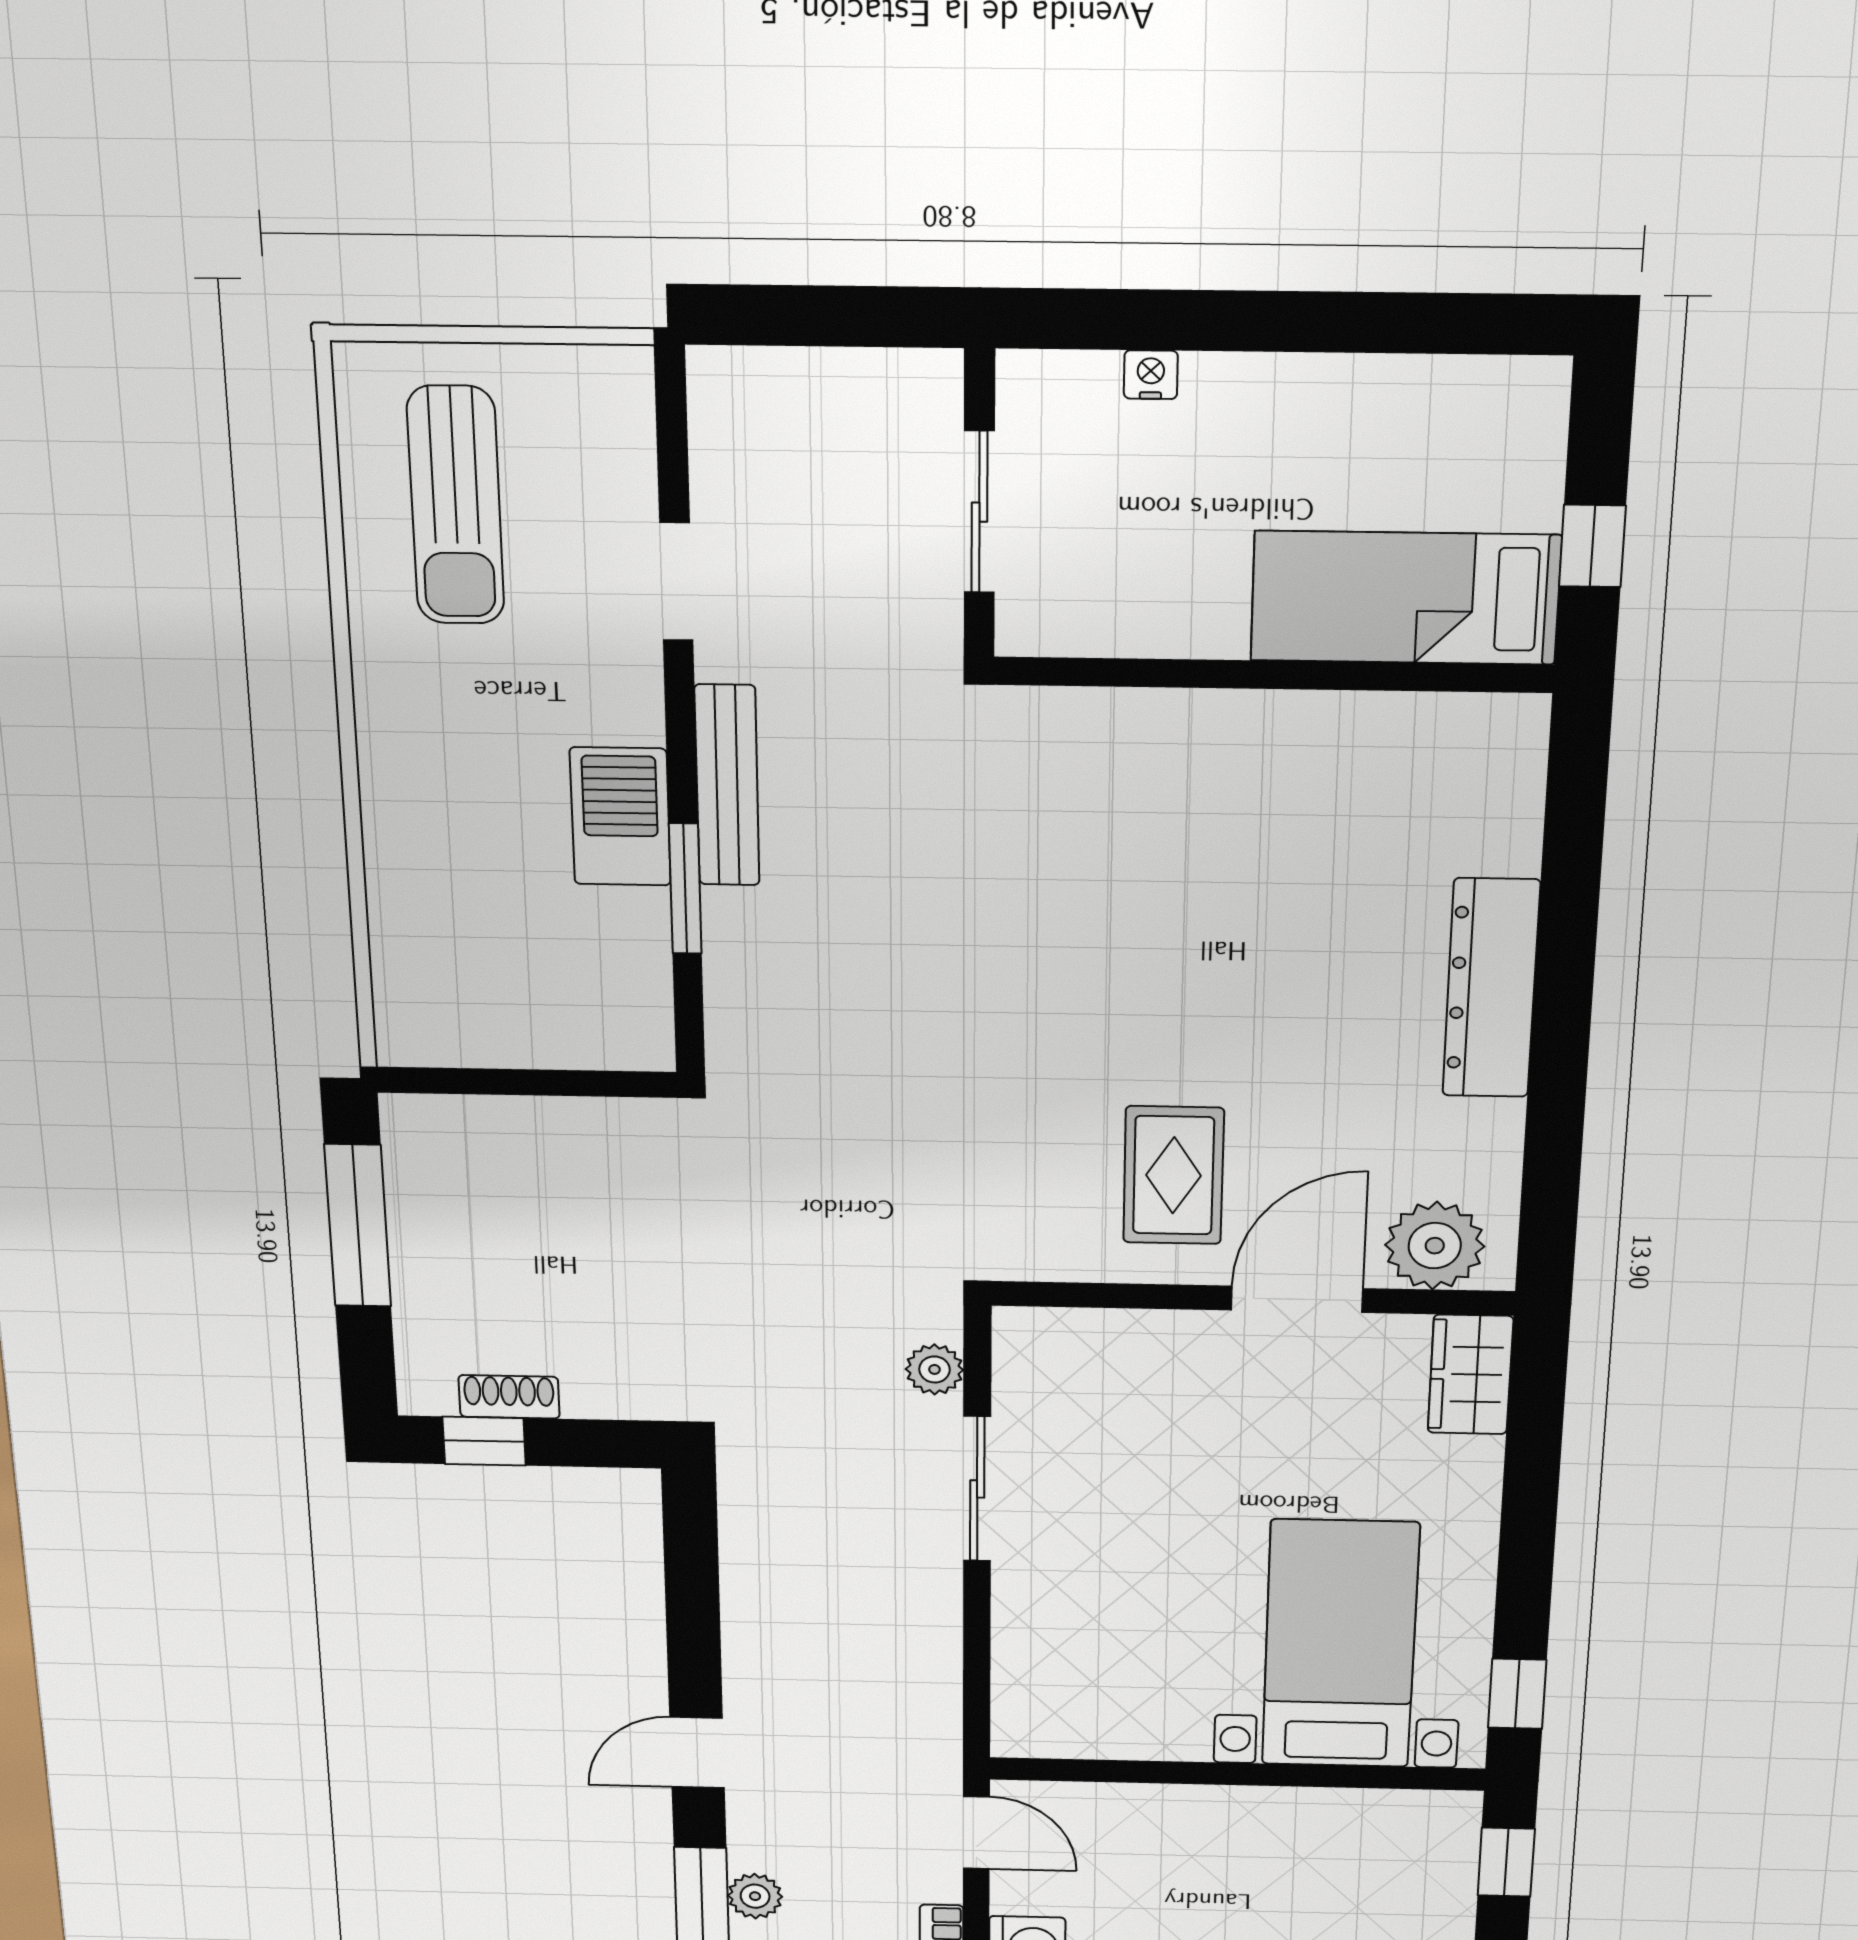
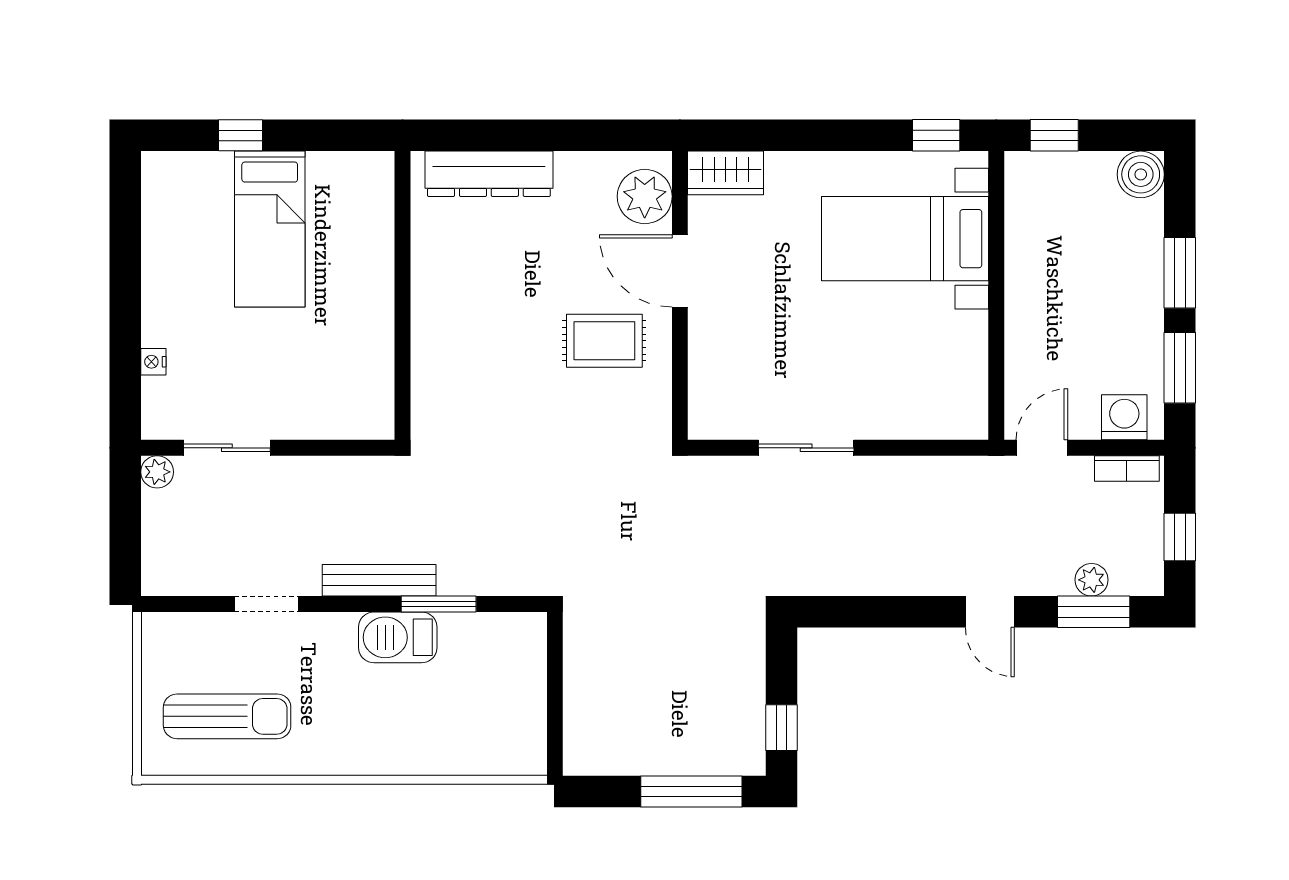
wall: (1273, 675) -> (403, 295), moved
window: (358, 1226) -> (691, 792), moved
plant: (934, 1369) -> (157, 472), moved
shoe rack: (509, 1397) -> (752, 712), removed

